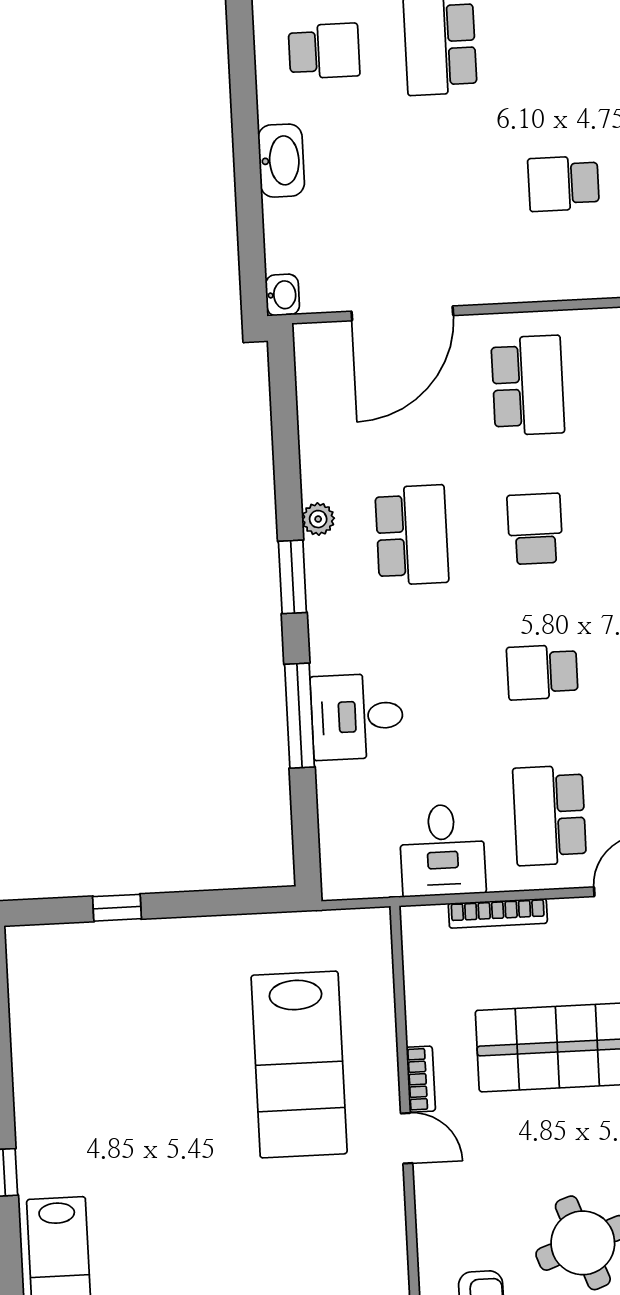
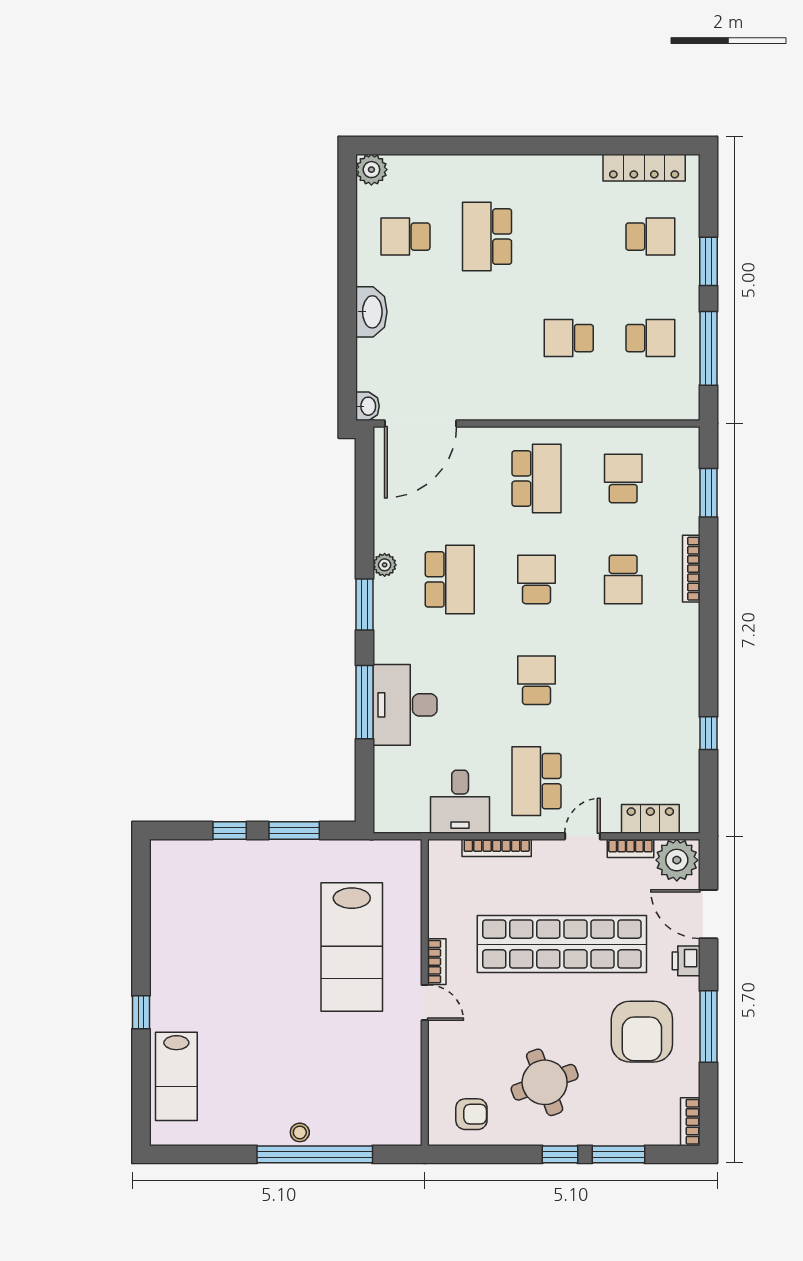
school desk: (324, 51) -> (405, 237), turned 180
door: (402, 313) -> (420, 423), moved
school desk: (542, 672) -> (536, 680), turned 90
desk: (357, 717) -> (405, 705), width x1.37
window: (209, 903) -> (294, 830), added

